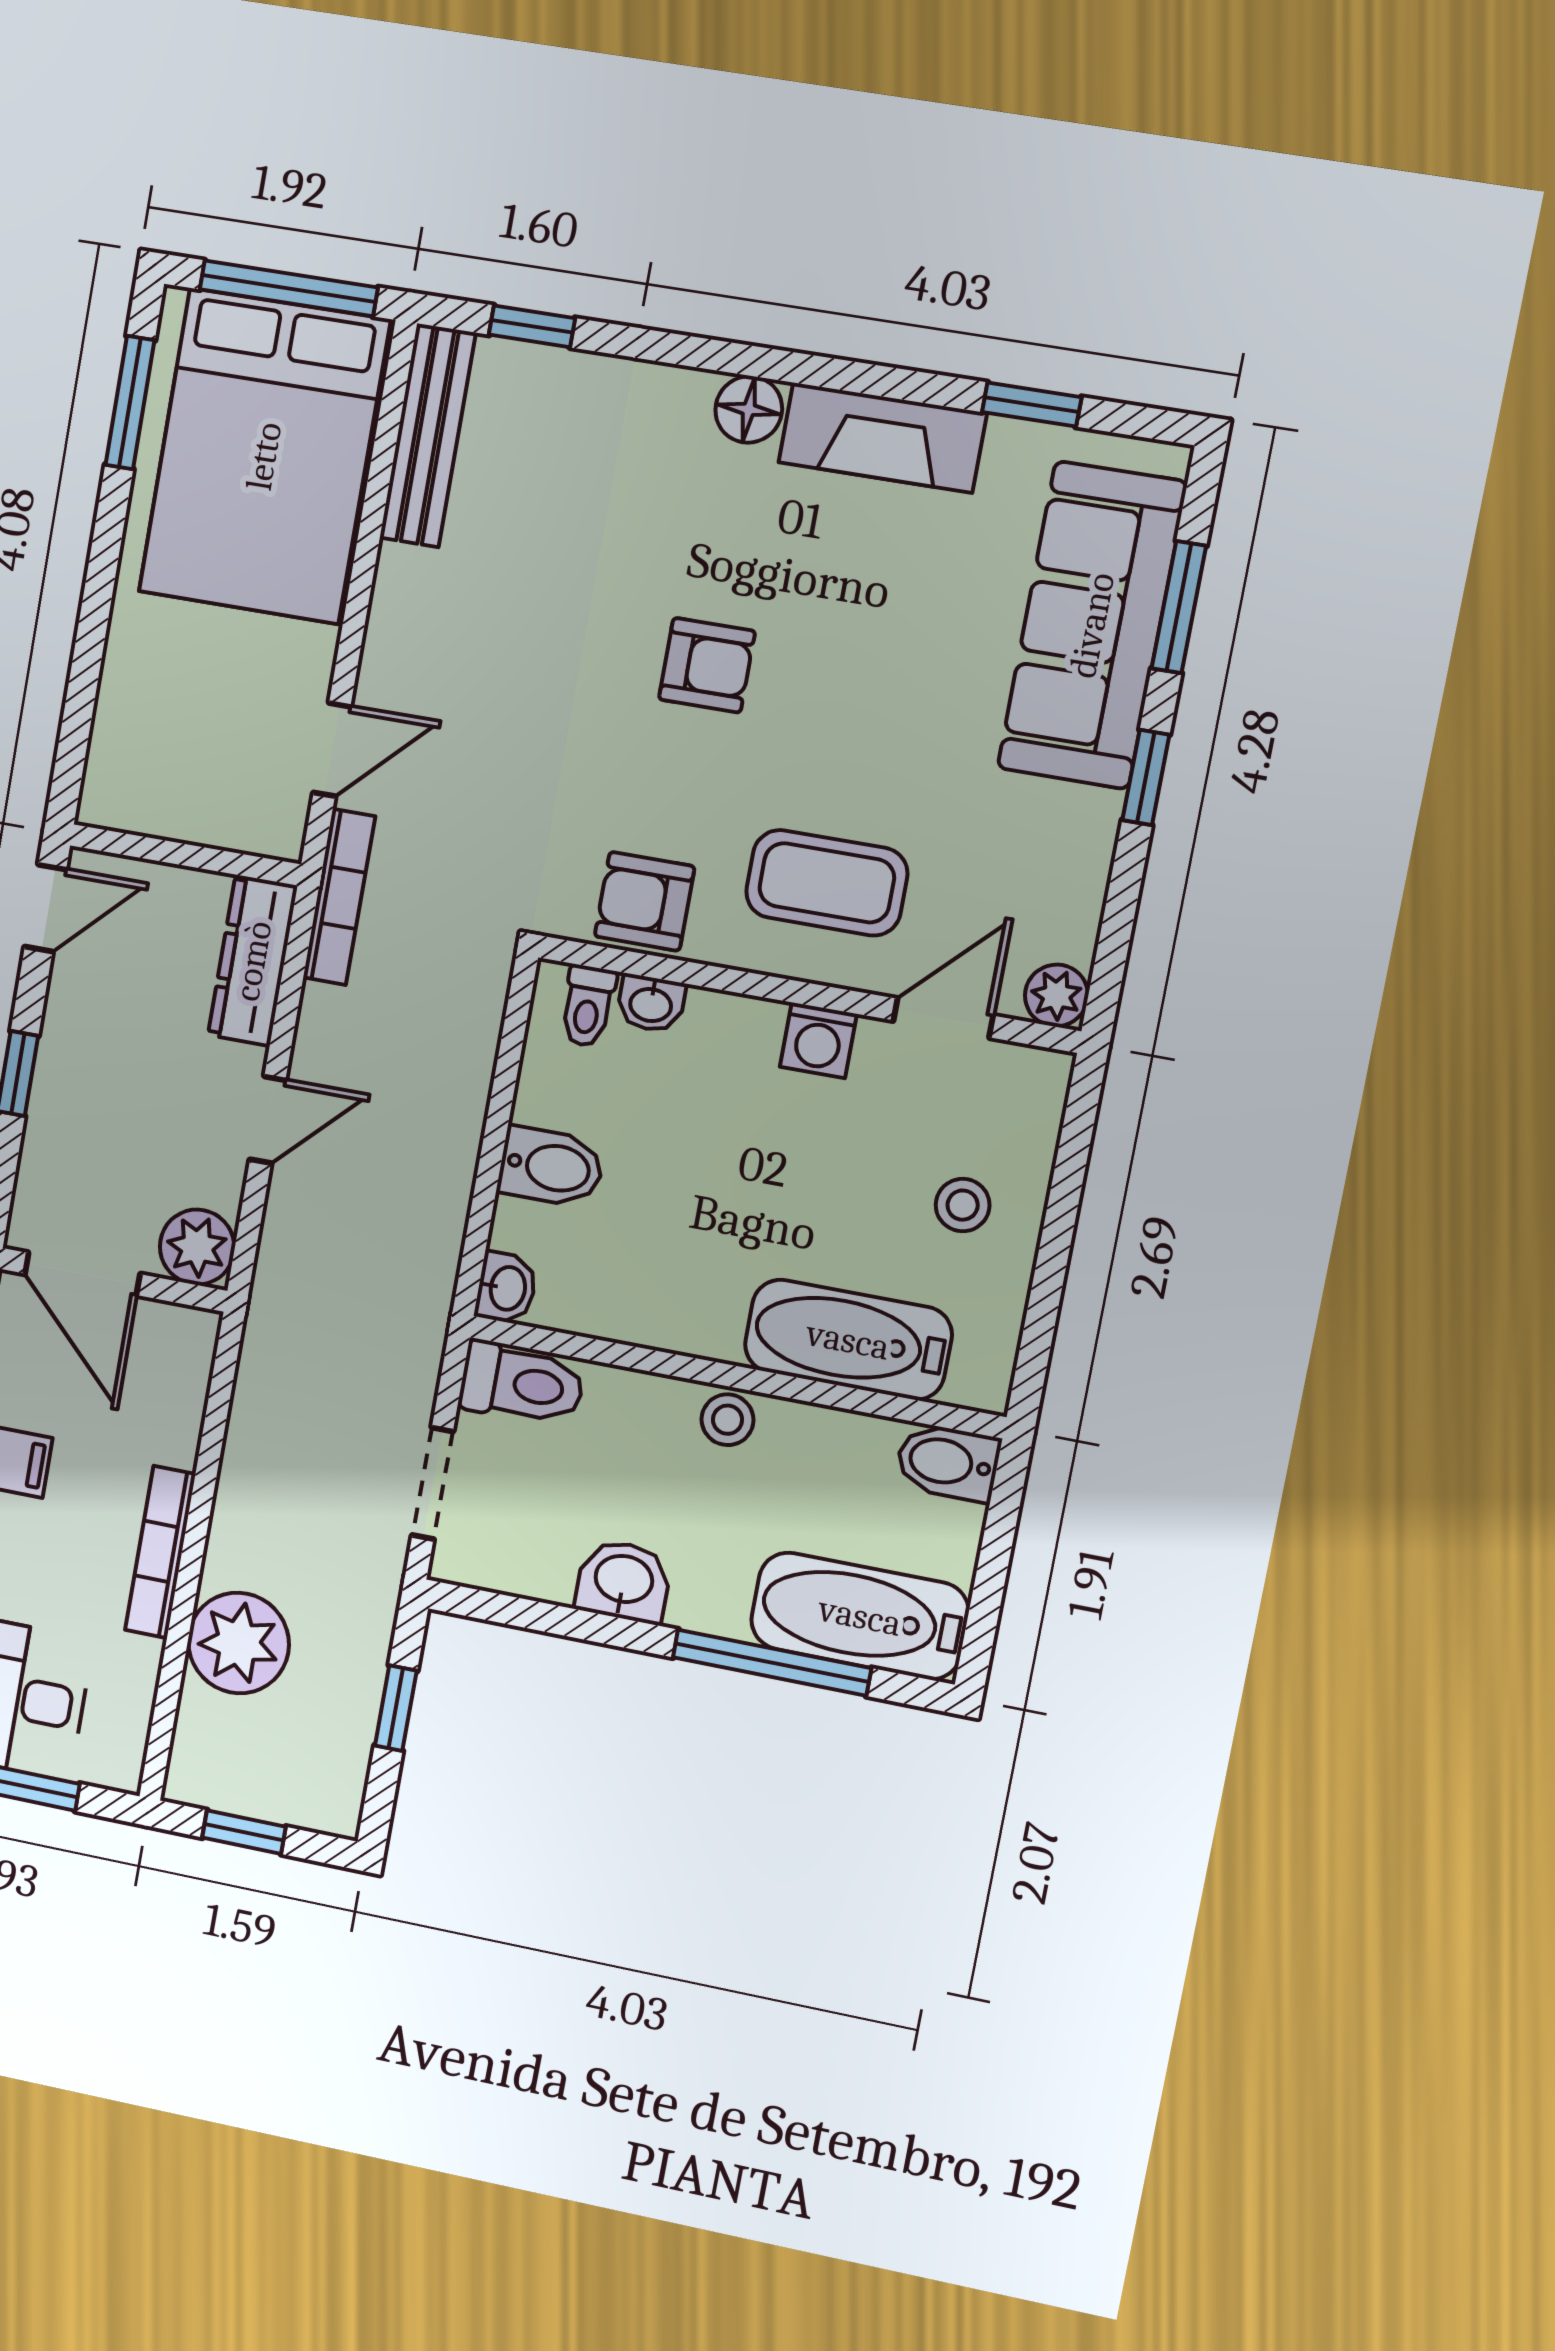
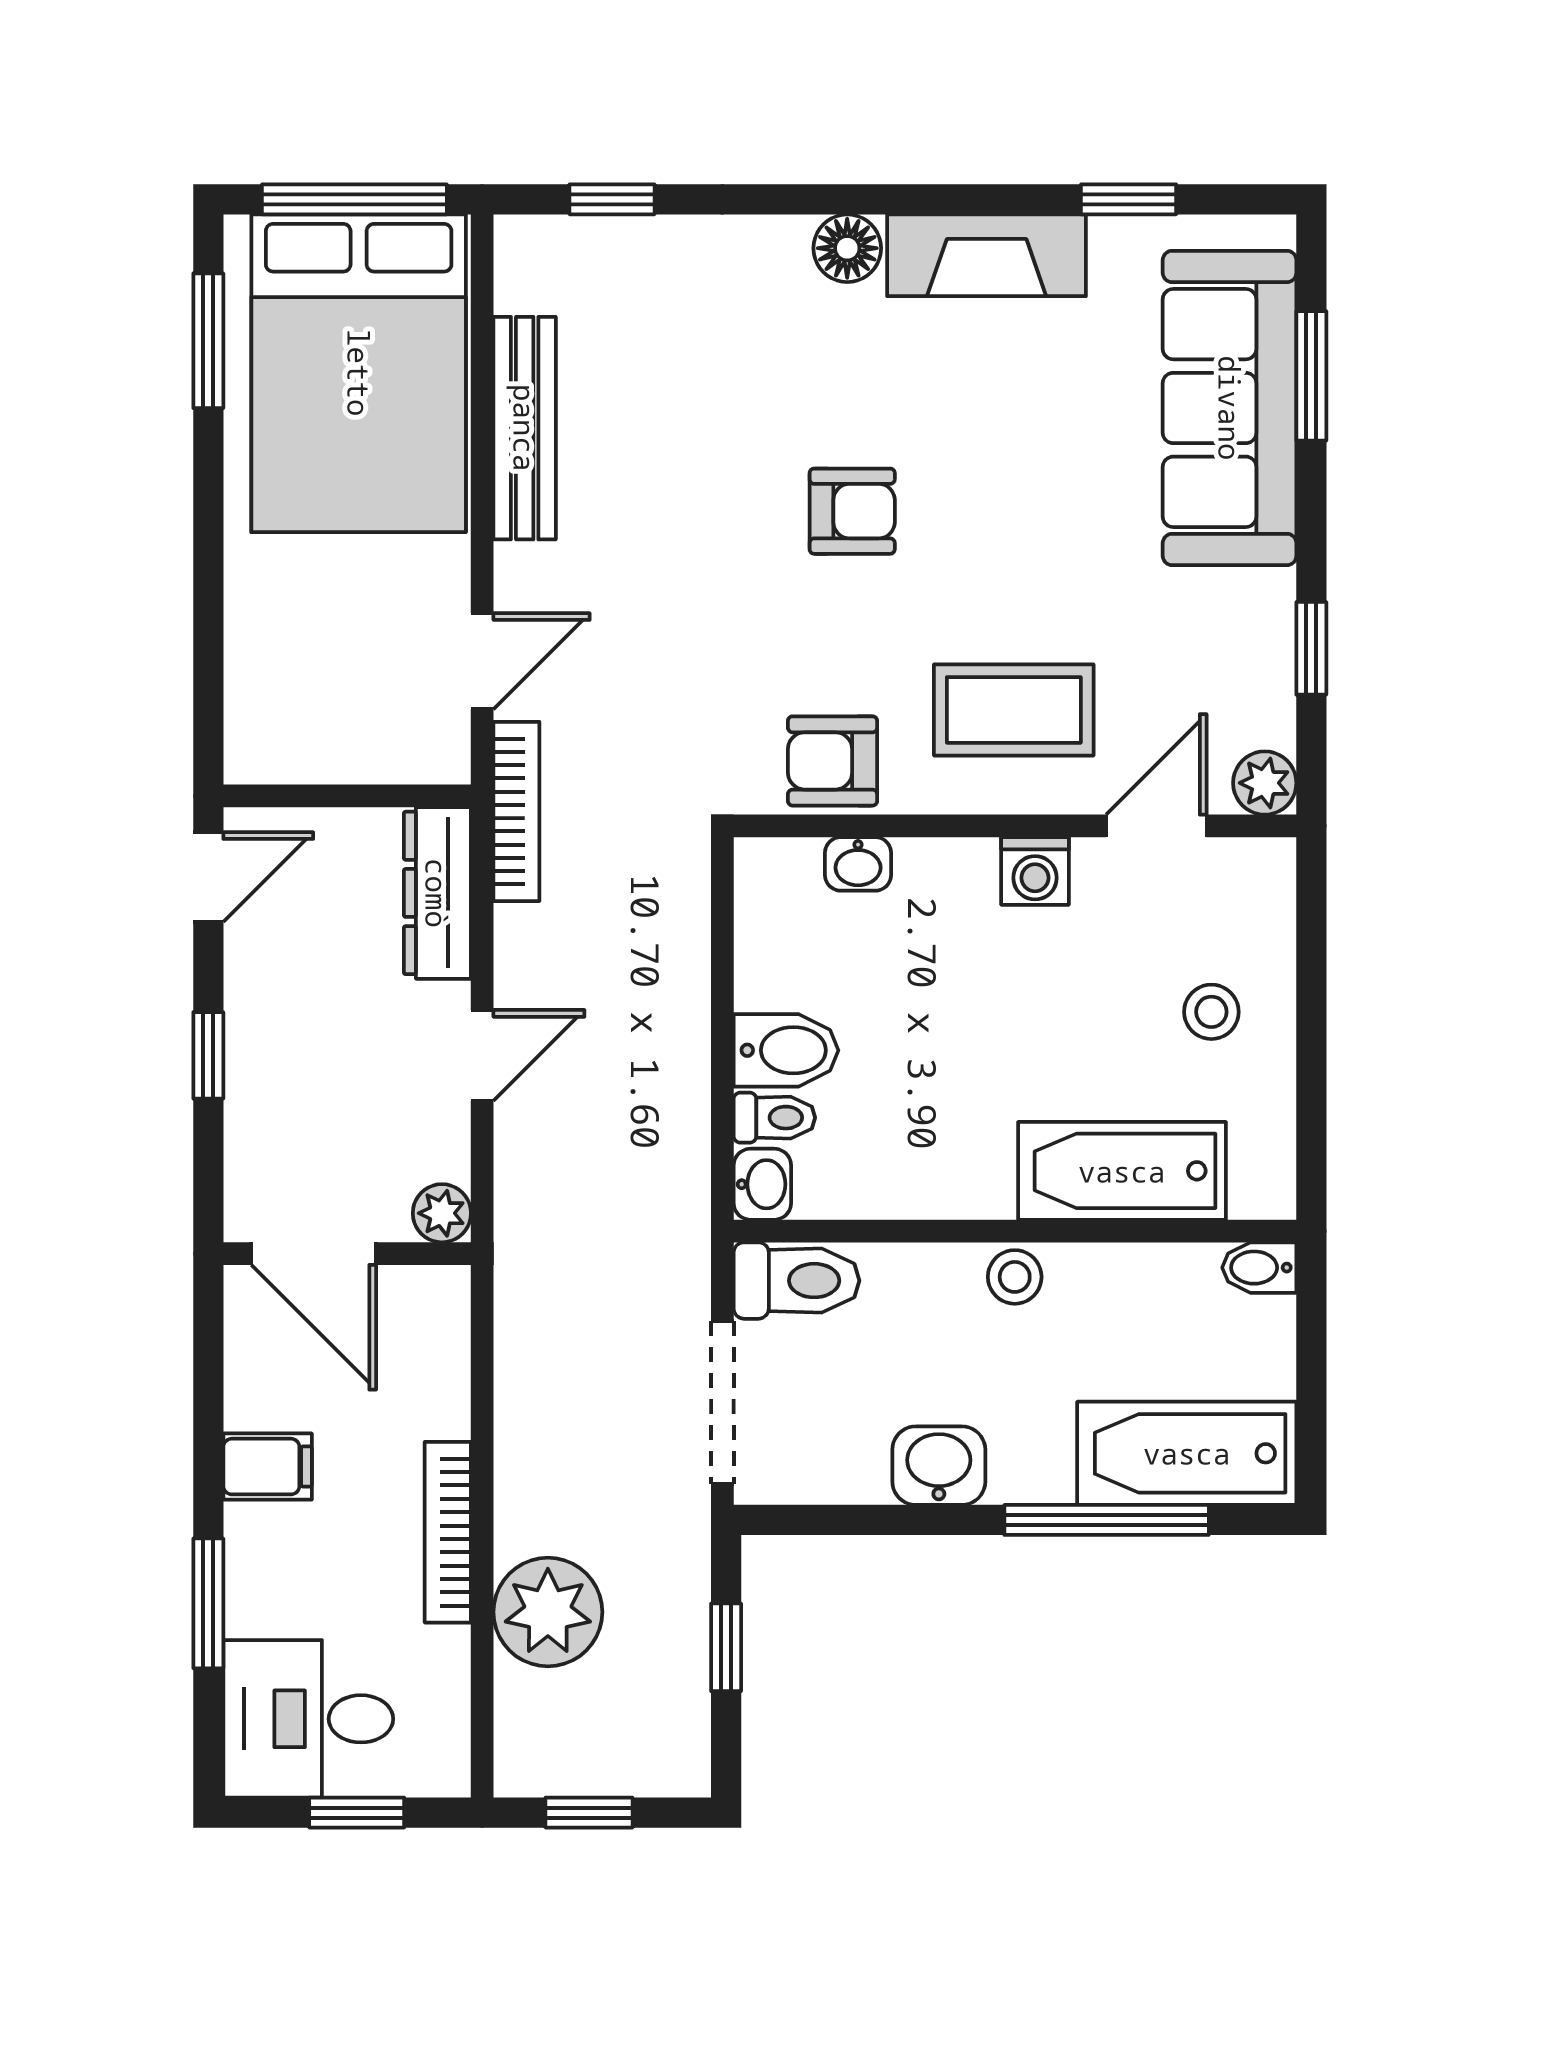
bench: (428, 436) -> (525, 428), moved
window: (1146, 777) -> (1311, 648), moved
toilet: (588, 1006) -> (774, 1118), moved, turned -90
plant: (197, 1247) -> (442, 1213), width x0.73, depth x0.73
bidet: (948, 1462) -> (1259, 1268), width x0.72, depth x0.74
doorway: (433, 1483) -> (722, 1403), width x1.38

